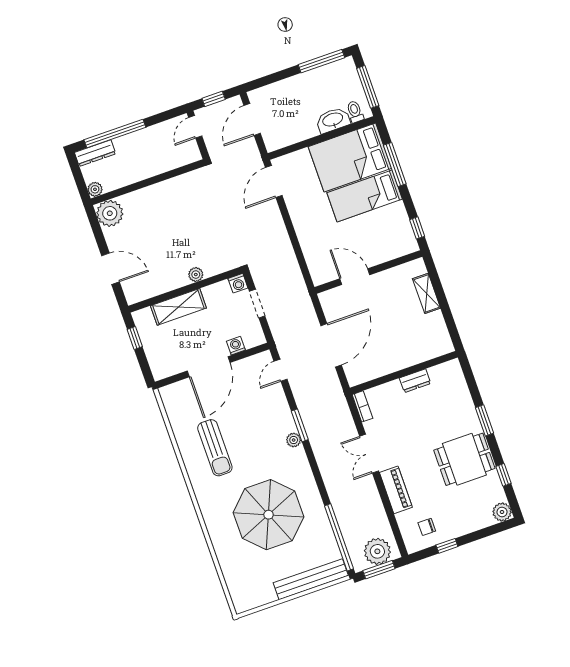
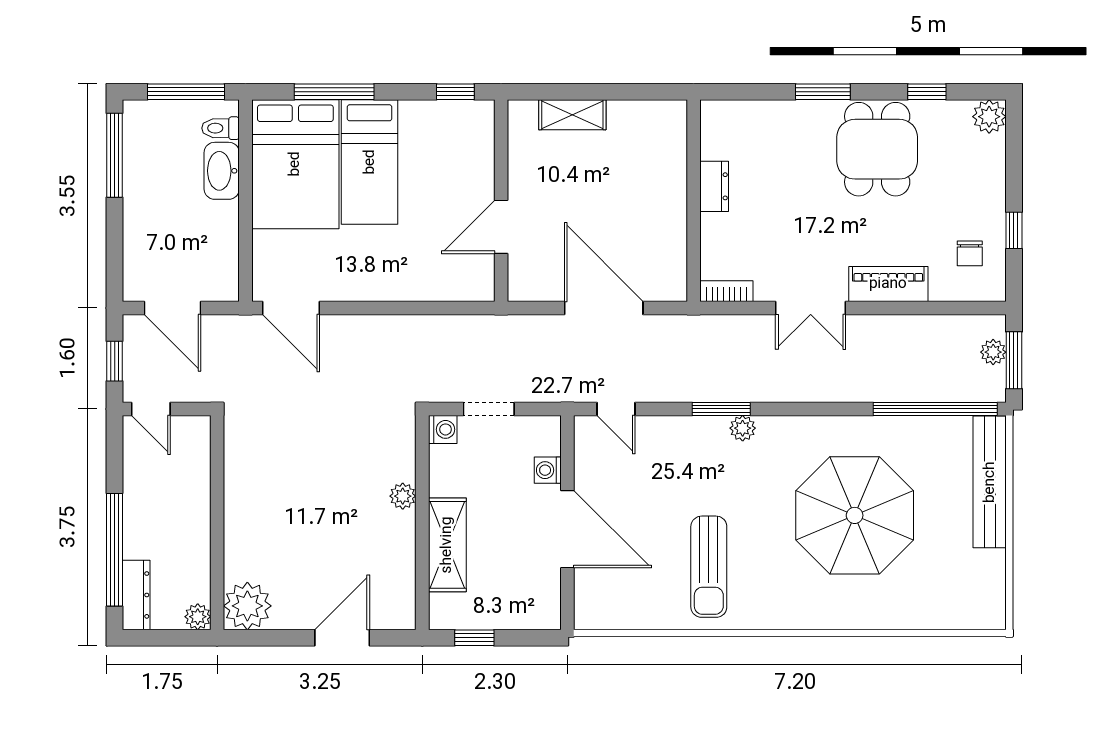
sun lounger: (215, 448) -> (709, 567), turned 90
plant: (377, 551) -> (993, 352), width x0.53, depth x0.53

